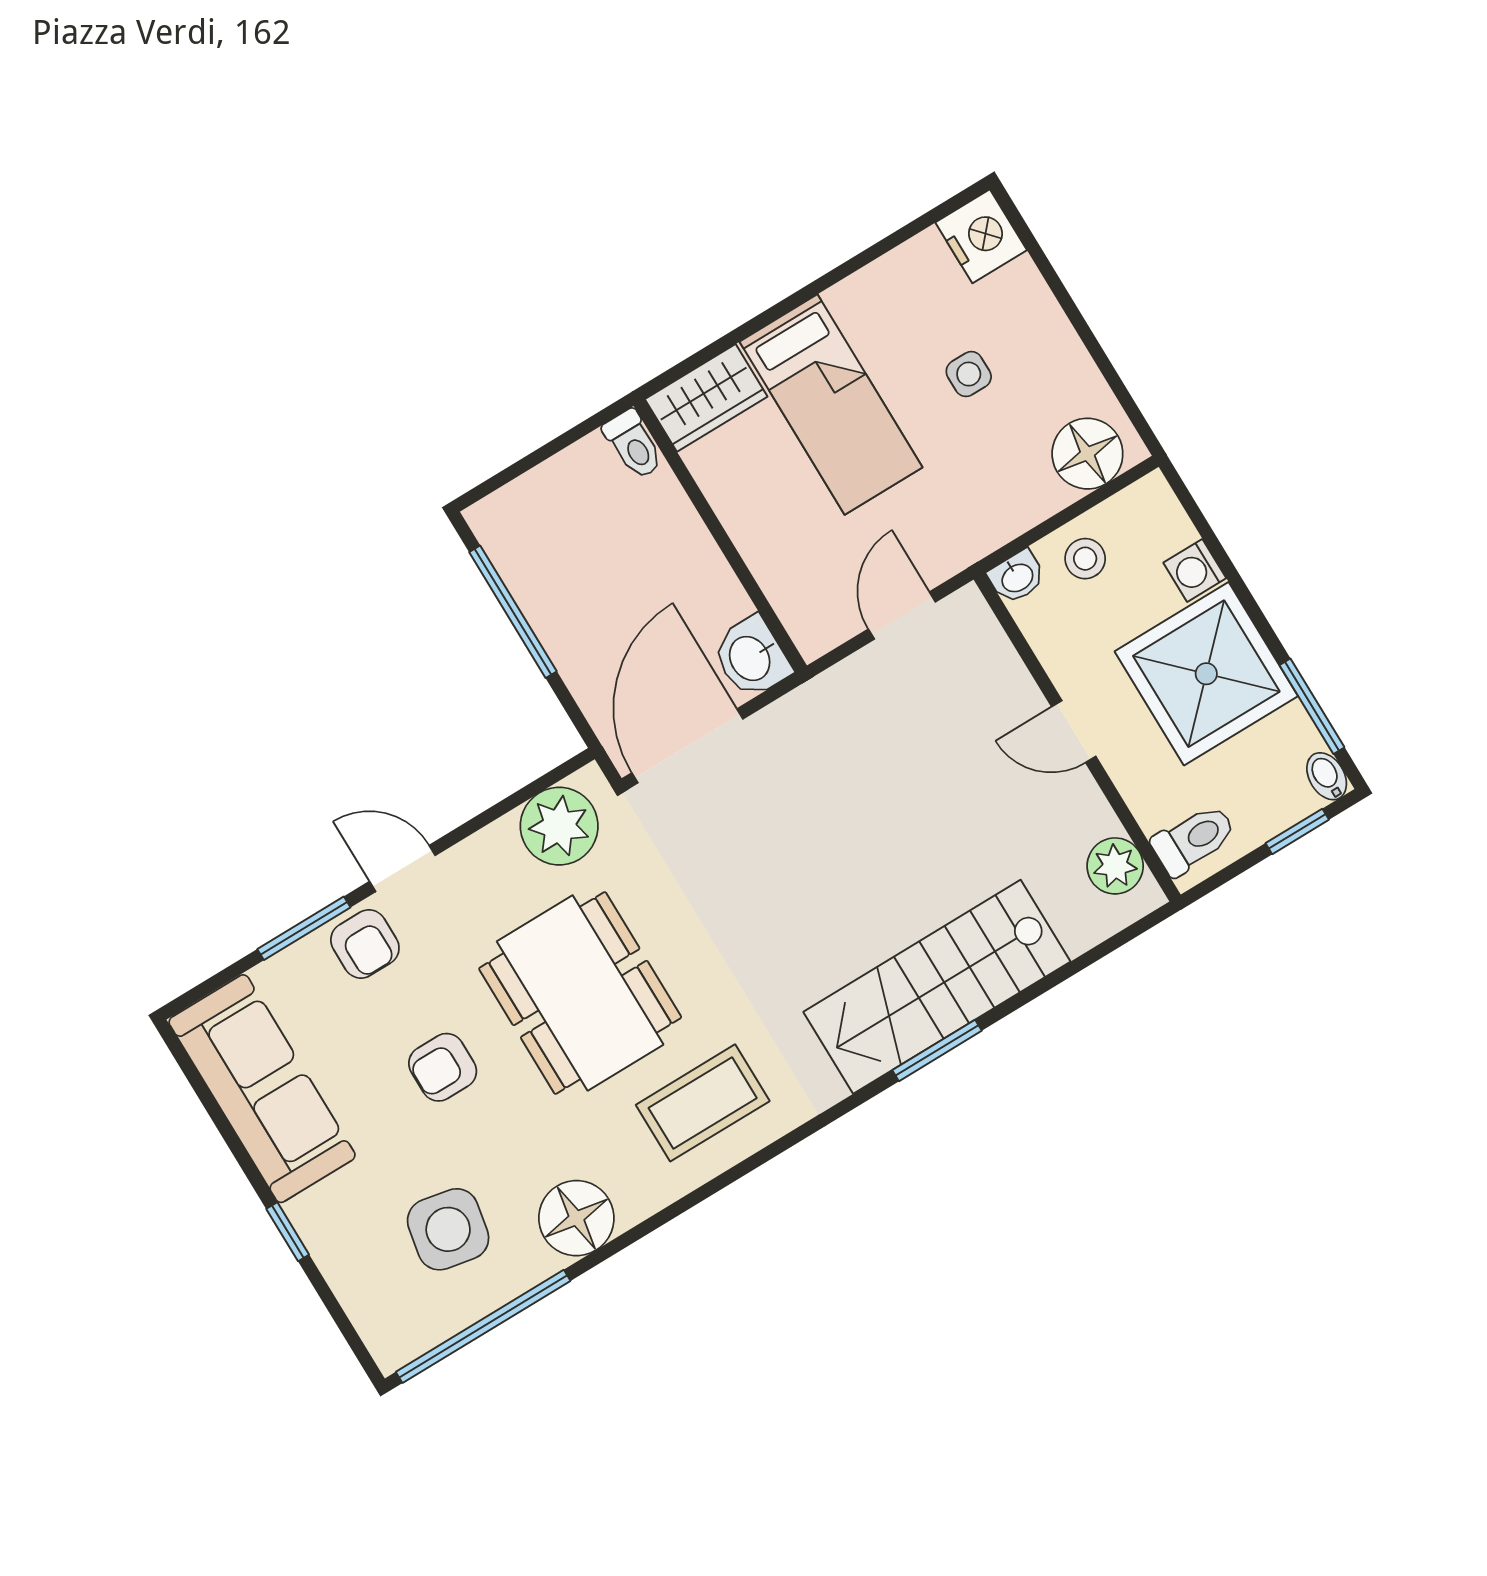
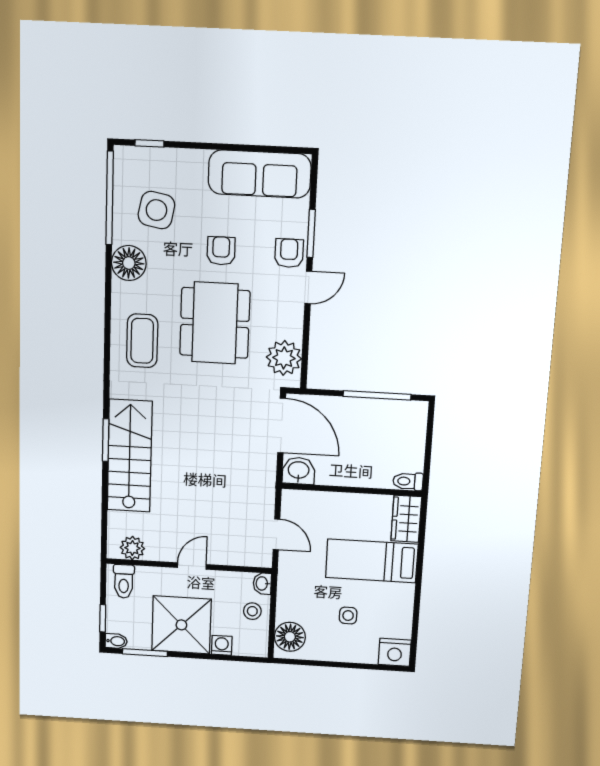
armchair: (365, 944) -> (289, 253), turned 90
dining table: (580, 993) -> (215, 323), turned 90
window: (288, 1232) -> (149, 143), moved

